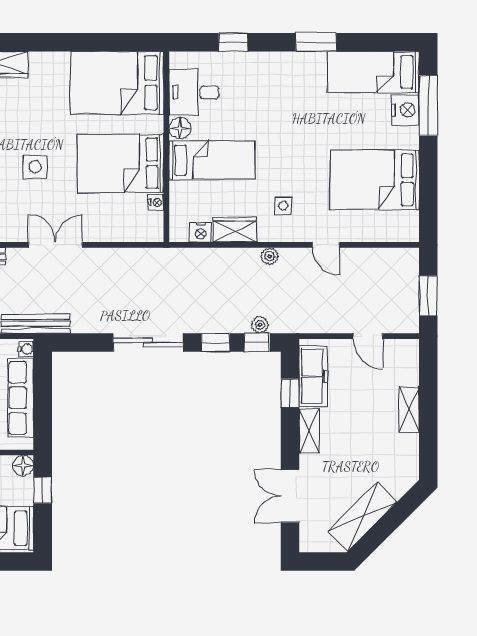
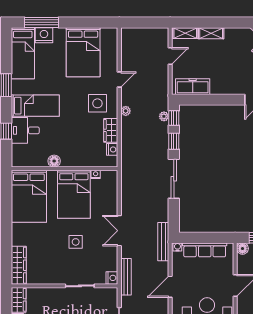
desk: (194, 92) -> (25, 130), moved, turned 90
bed: (212, 160) -> (35, 106), moved, turned 90
side table: (283, 206) -> (97, 103), width x1.87, depth x1.87
window: (428, 296) -> (148, 22), removed
window: (290, 393) -> (202, 100), removed
shelving: (309, 431) -> (185, 33), moved

